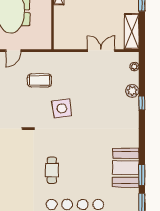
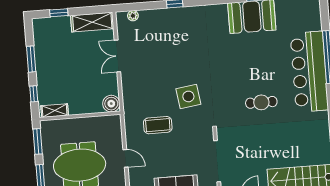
boiler: (61, 42) -> (111, 104), added
coffee table: (40, 80) -> (158, 125), turned 90
plant: (132, 91) -> (161, 16), removed

